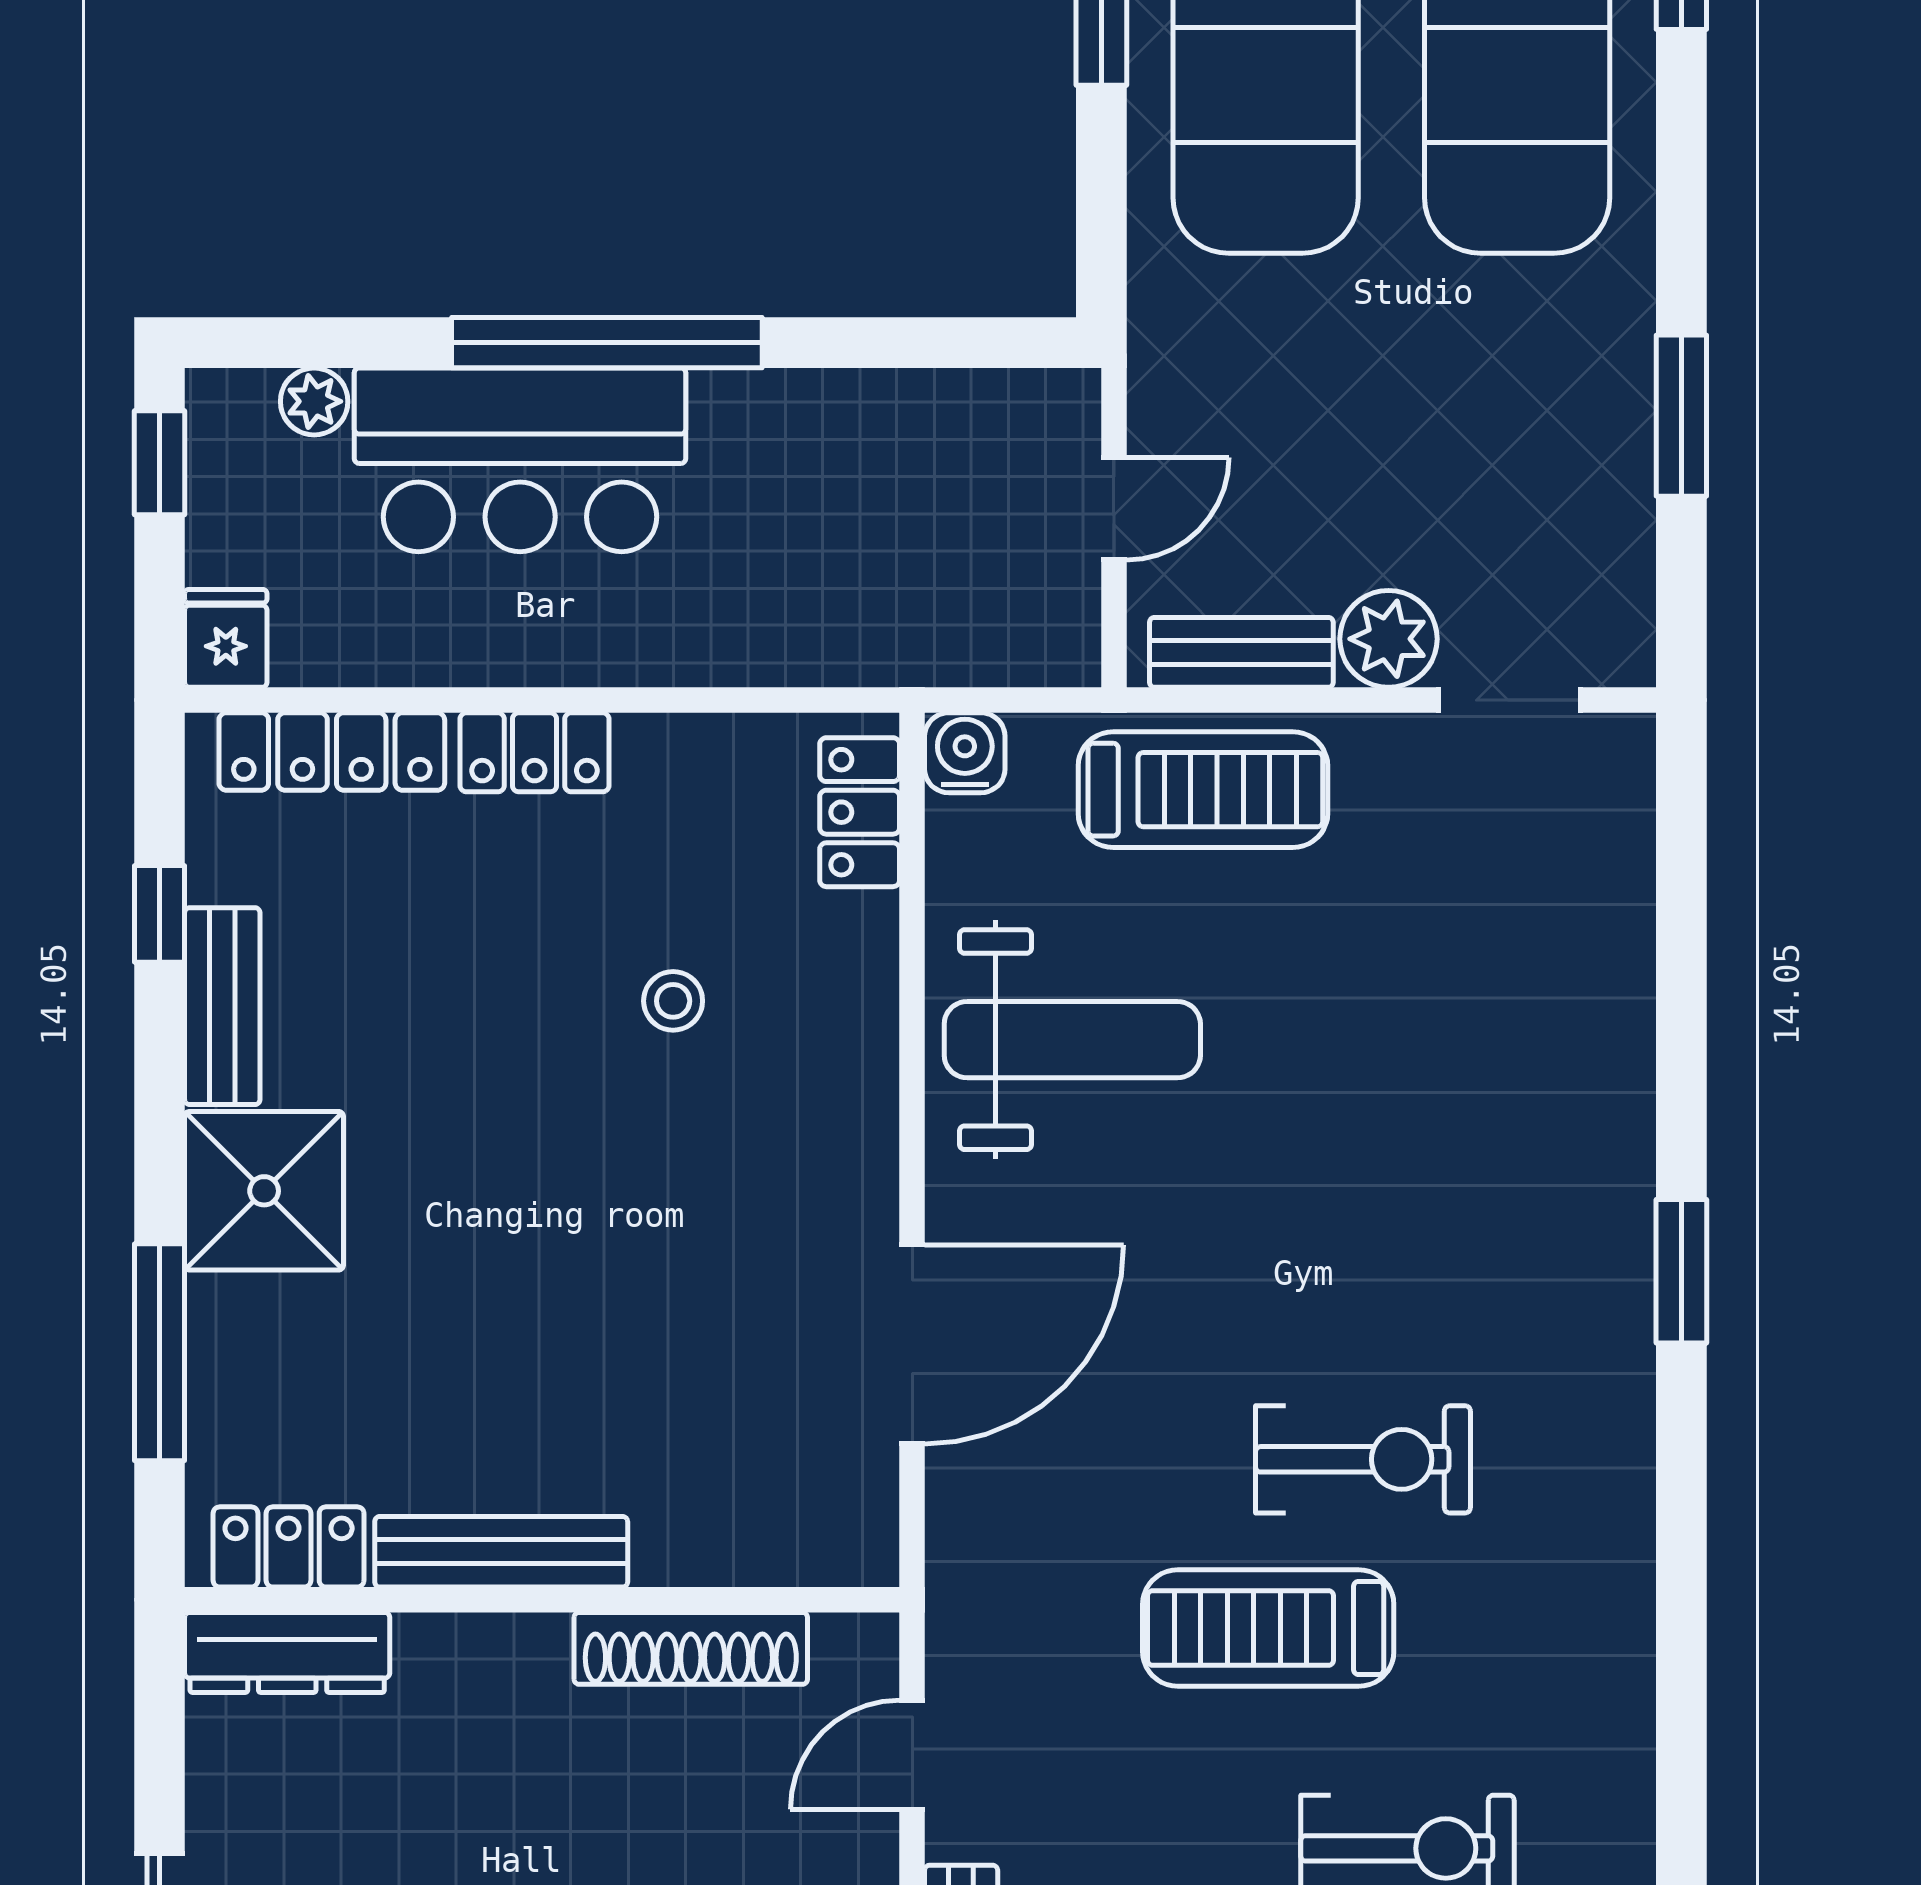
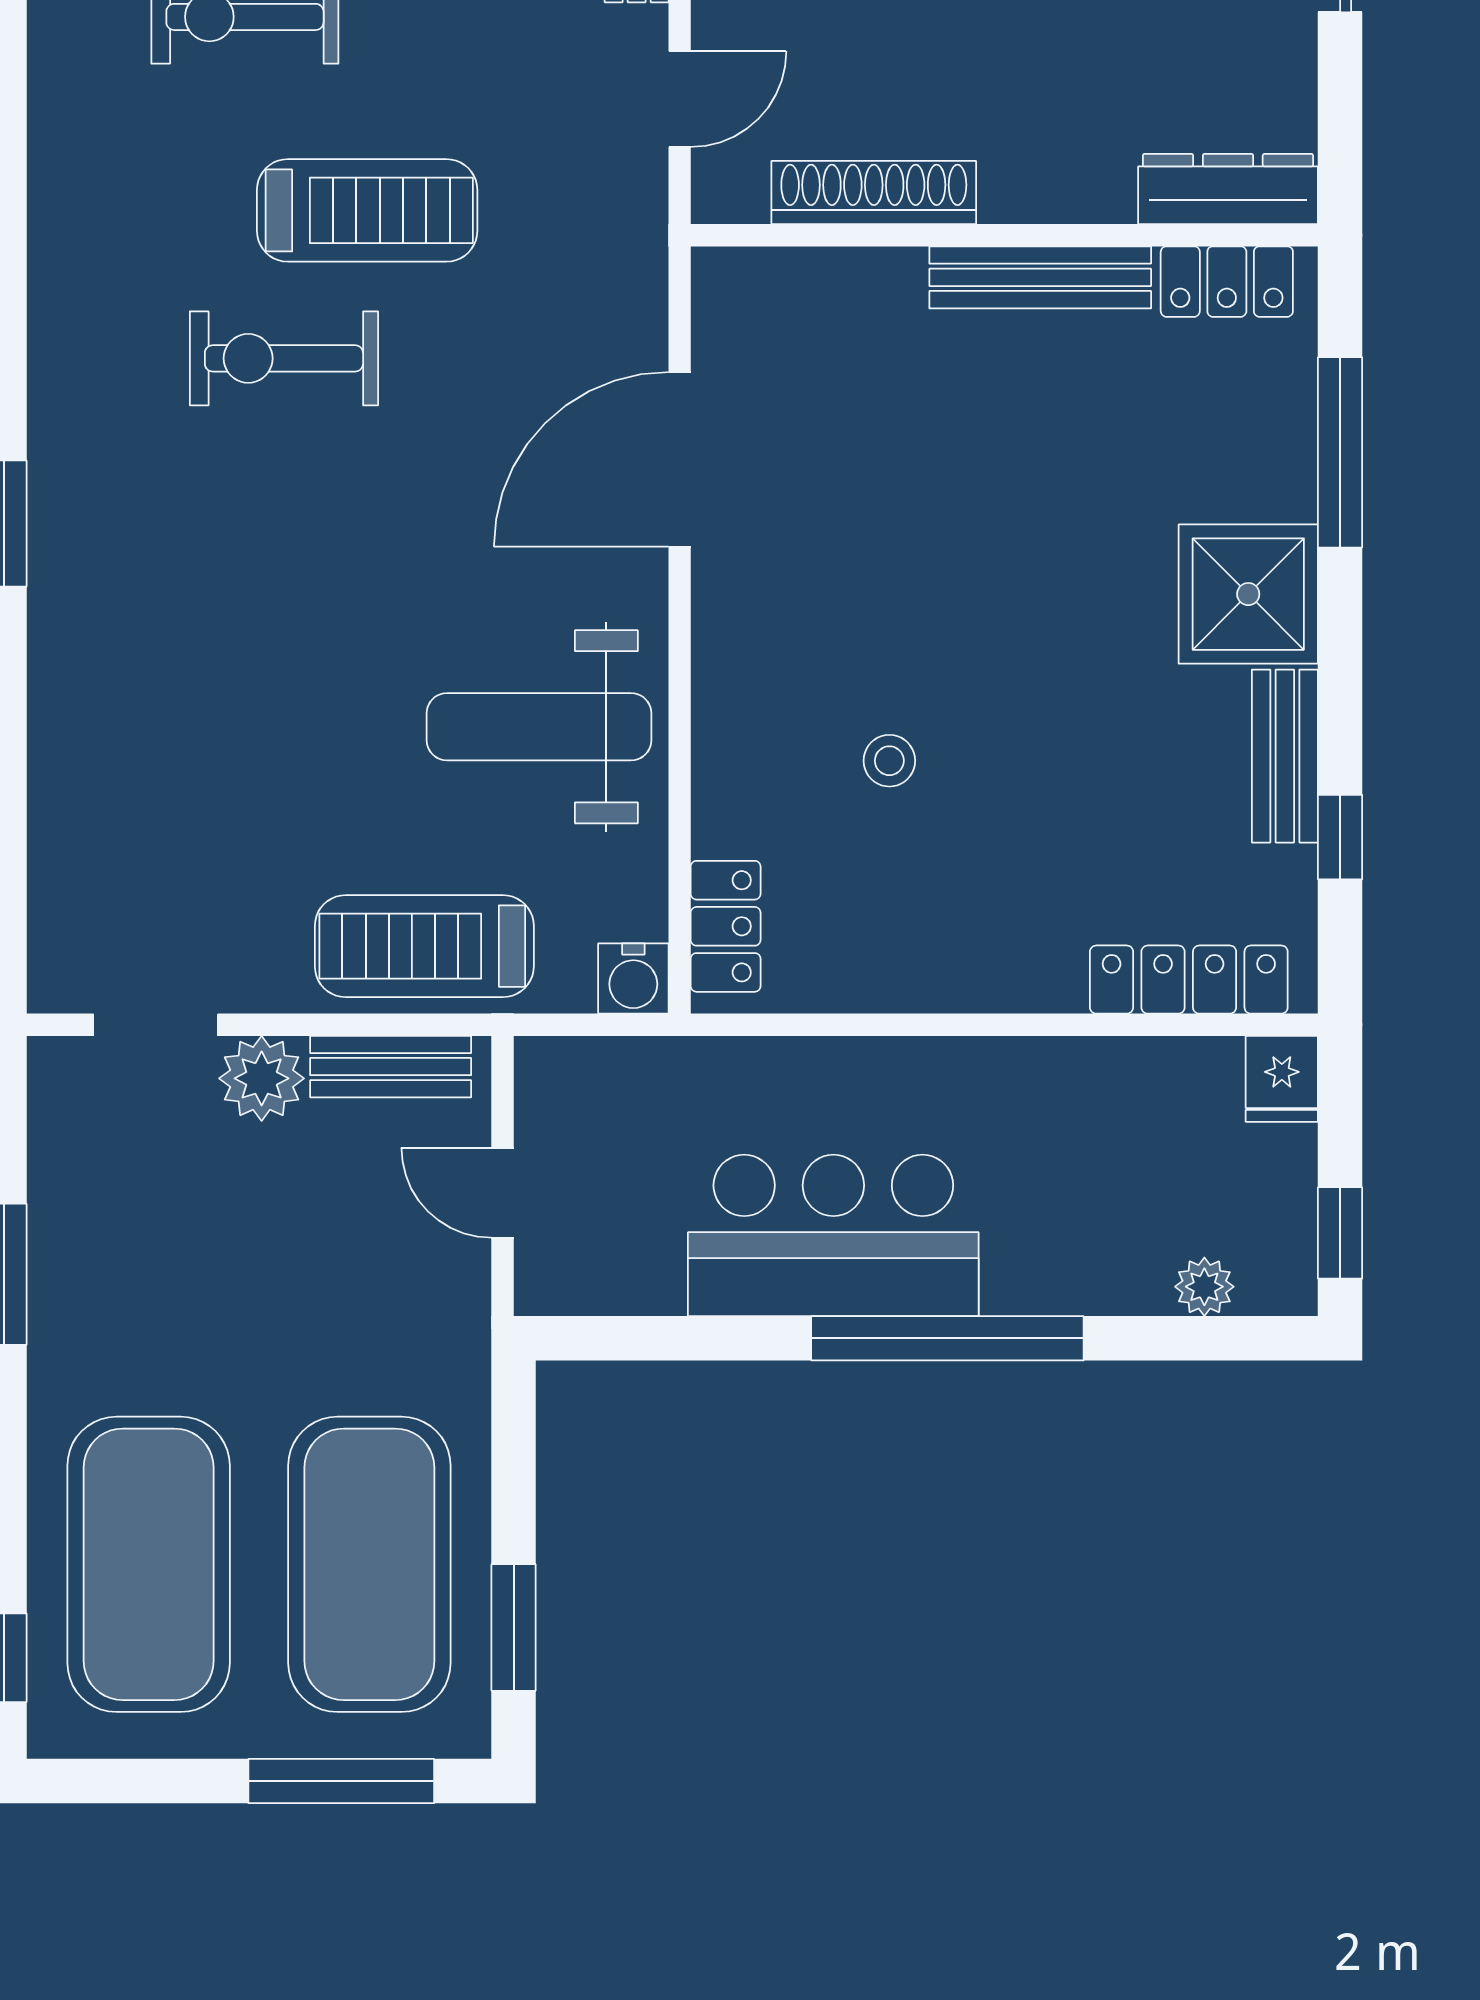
bar counter: (520, 460) -> (833, 1235), moved
door: (1114, 509) -> (503, 1193), hinge flipped
locker: (535, 752) -> (1011, 979), removed

